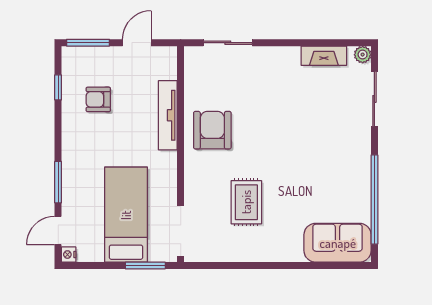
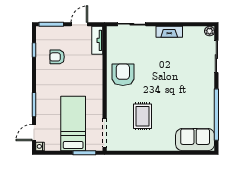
fireplace: (324, 56) -> (169, 32), moved
tv unit: (168, 115) -> (97, 40), moved, width x0.71

